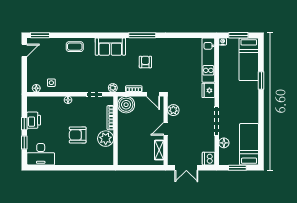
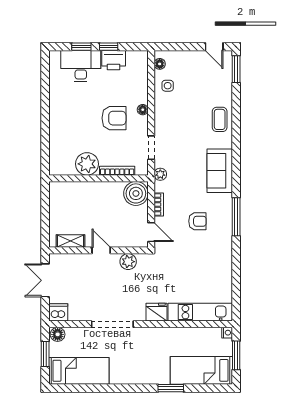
door: (153, 94) -> (151, 232), swing flipped
armchair: (78, 135) -> (114, 118), moved, turned 90
floor lamp: (224, 143) -> (58, 334), moved
desk: (41, 154) -> (81, 66), moved, turned 90

